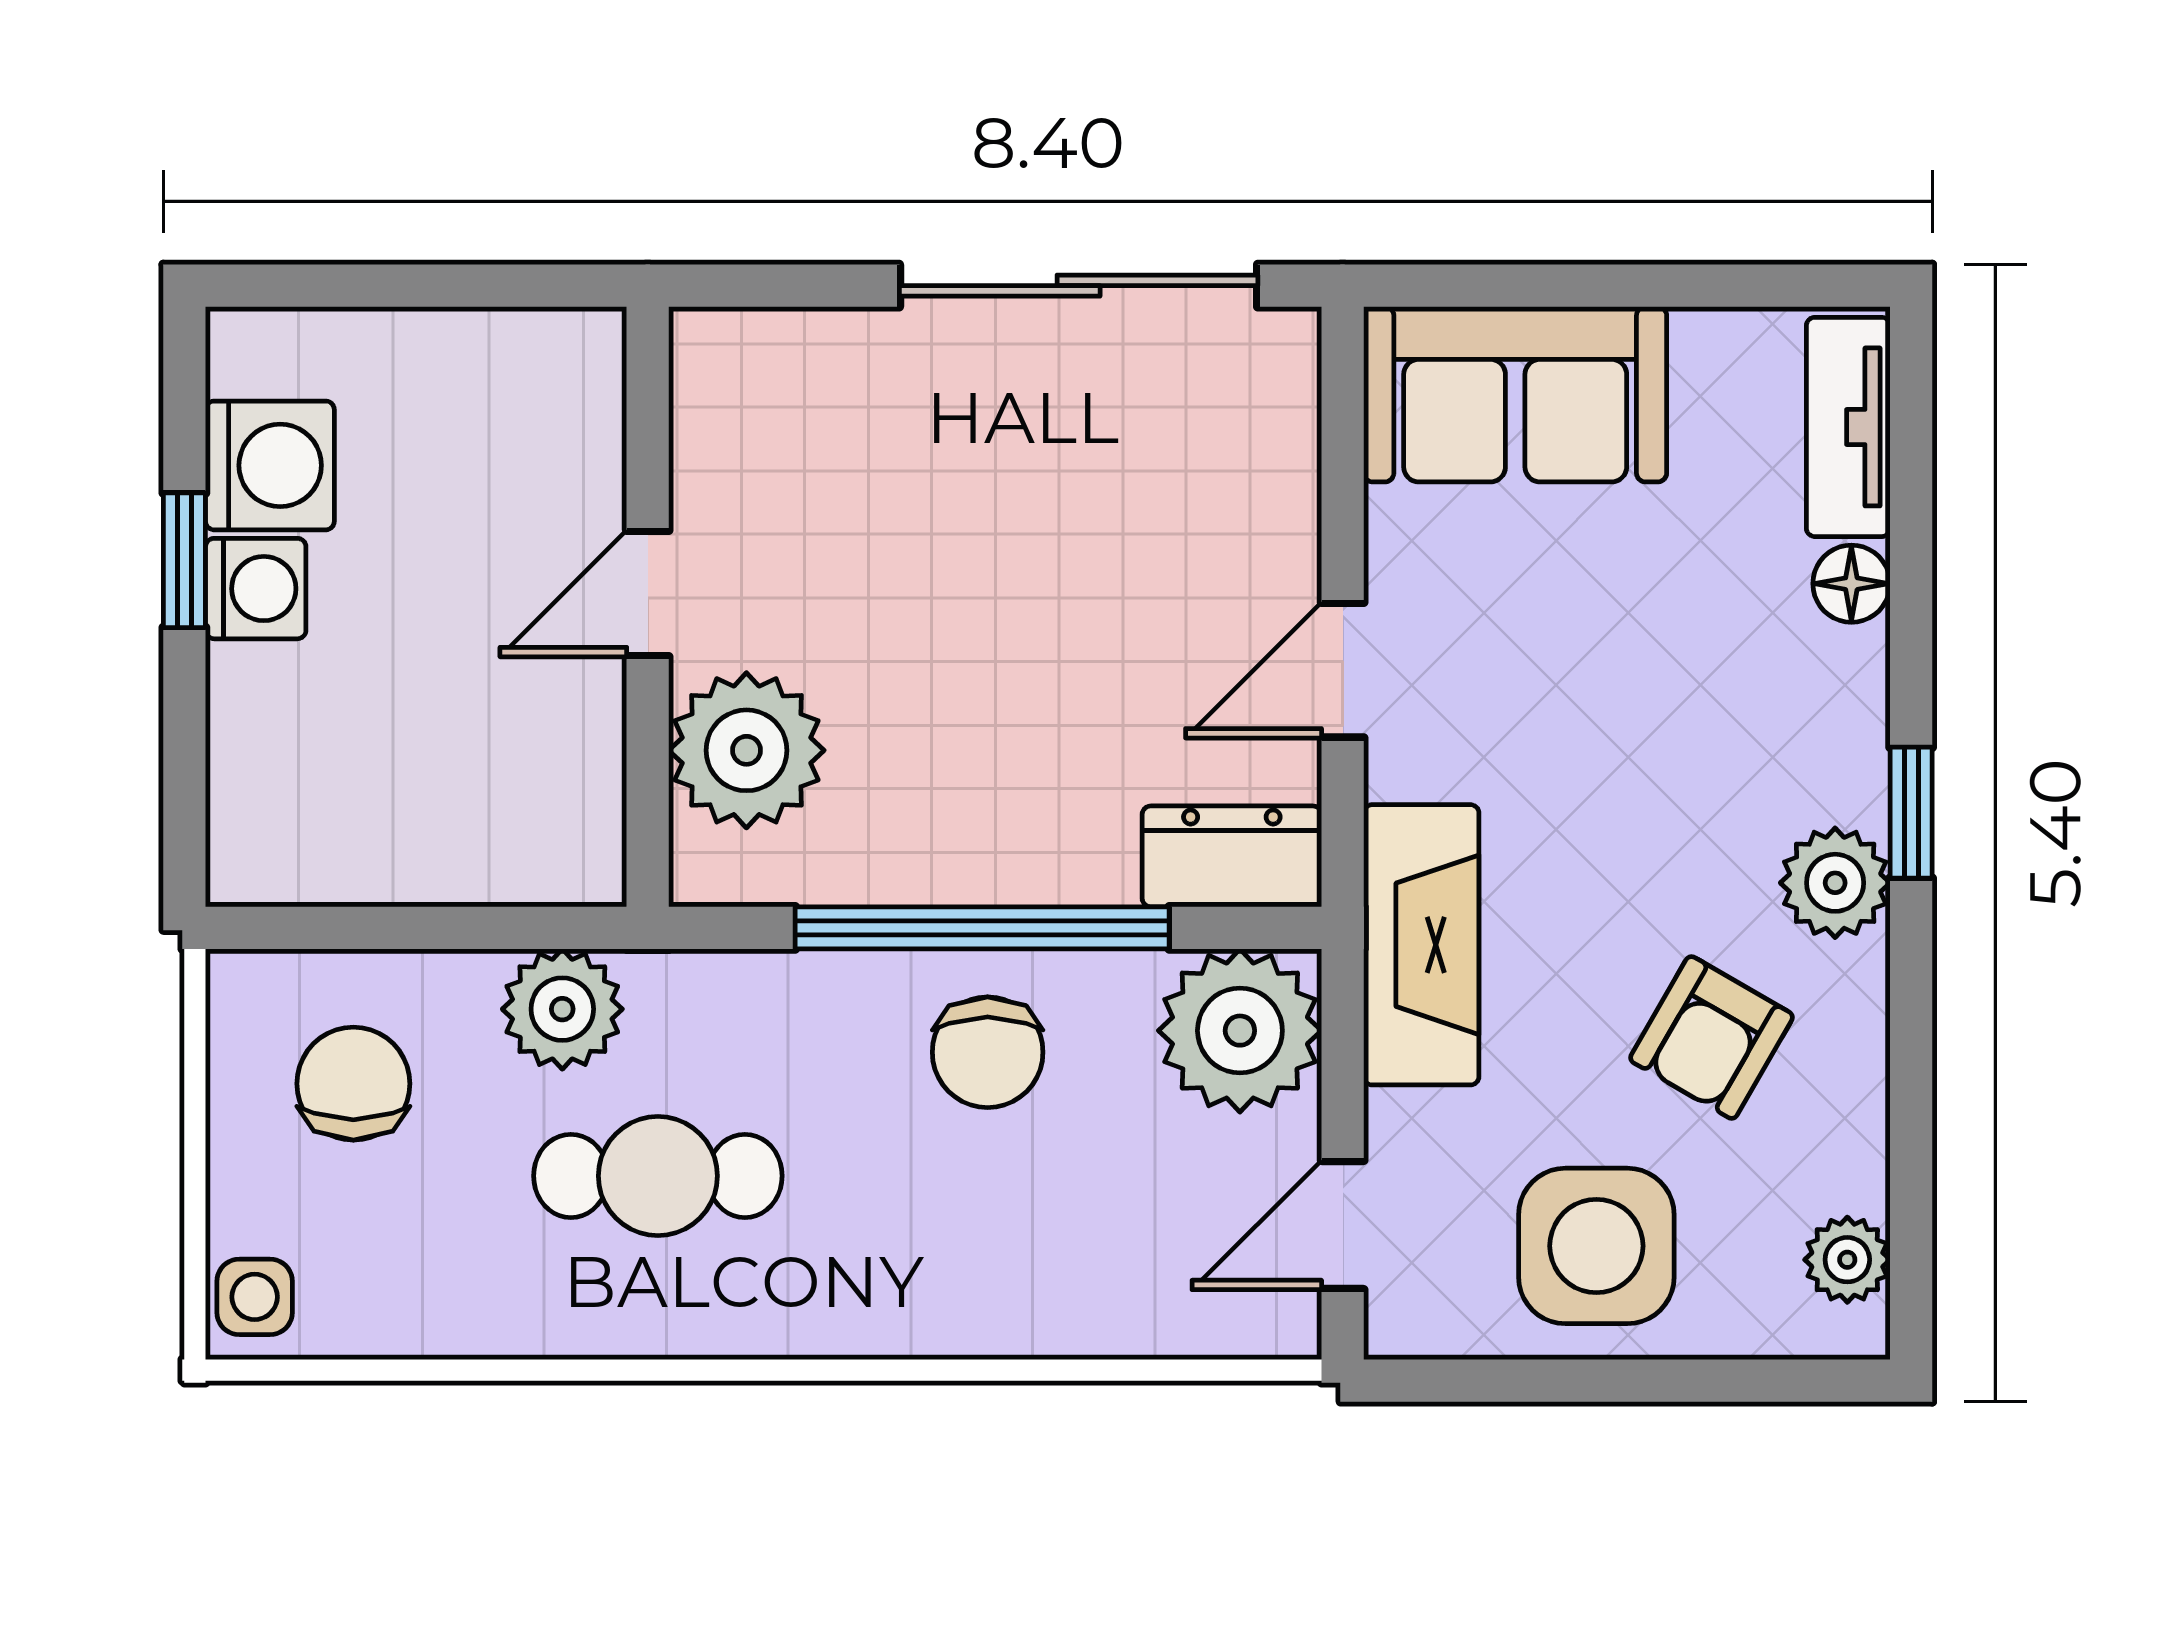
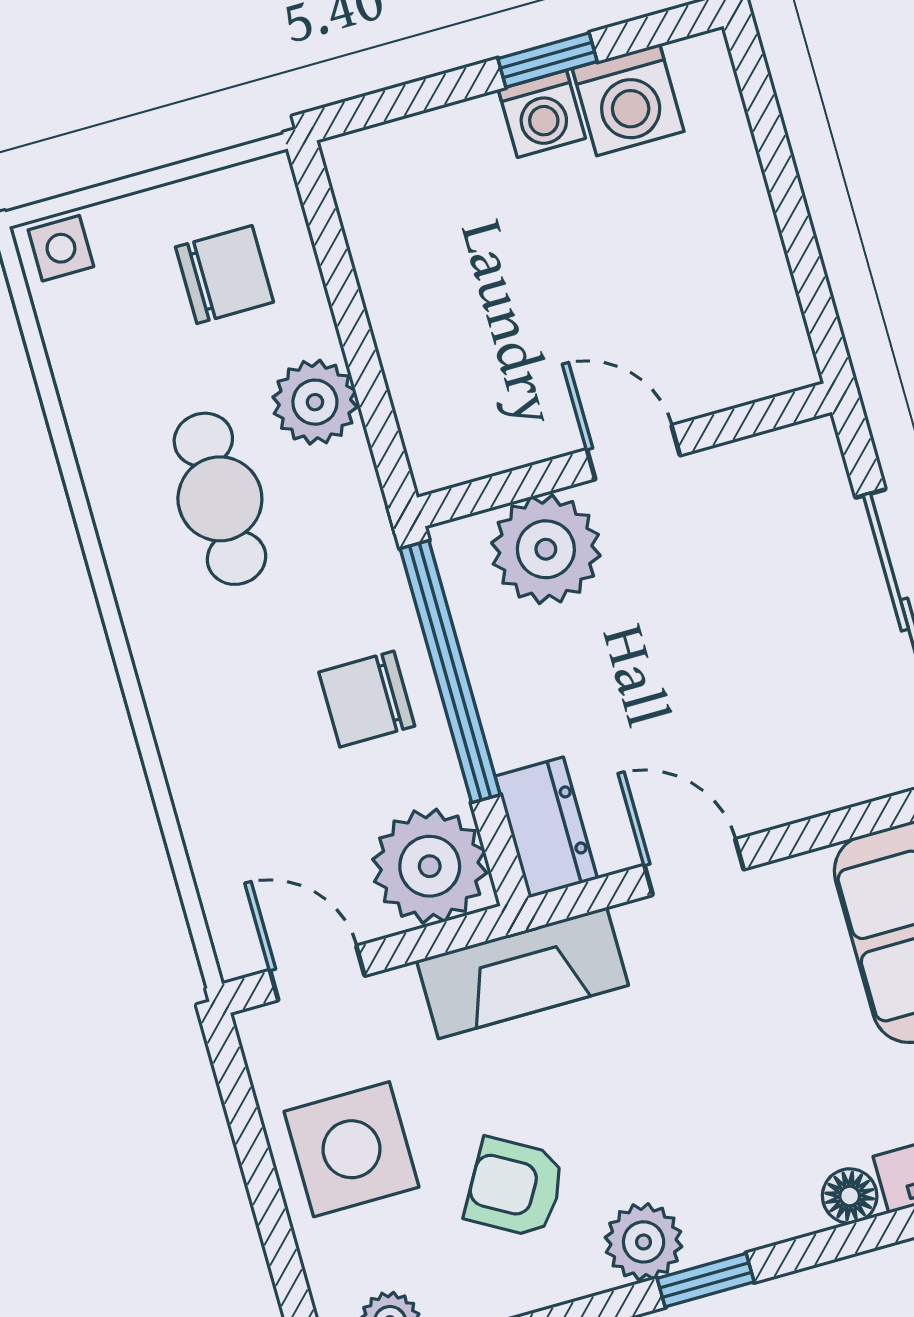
door: (648, 594) -> (633, 452), moved
wall: (648, 607) -> (624, 455), moved
plant: (746, 750) -> (546, 549), moved

